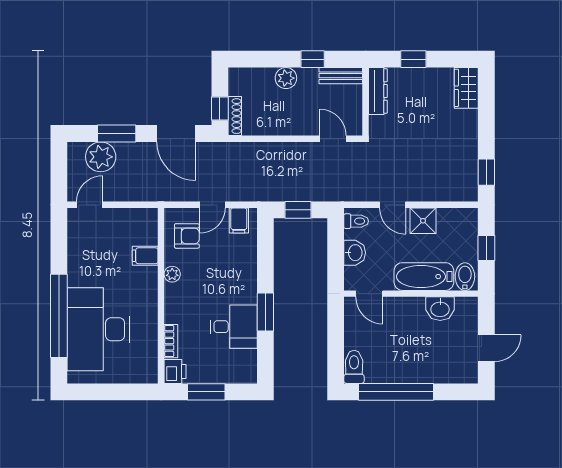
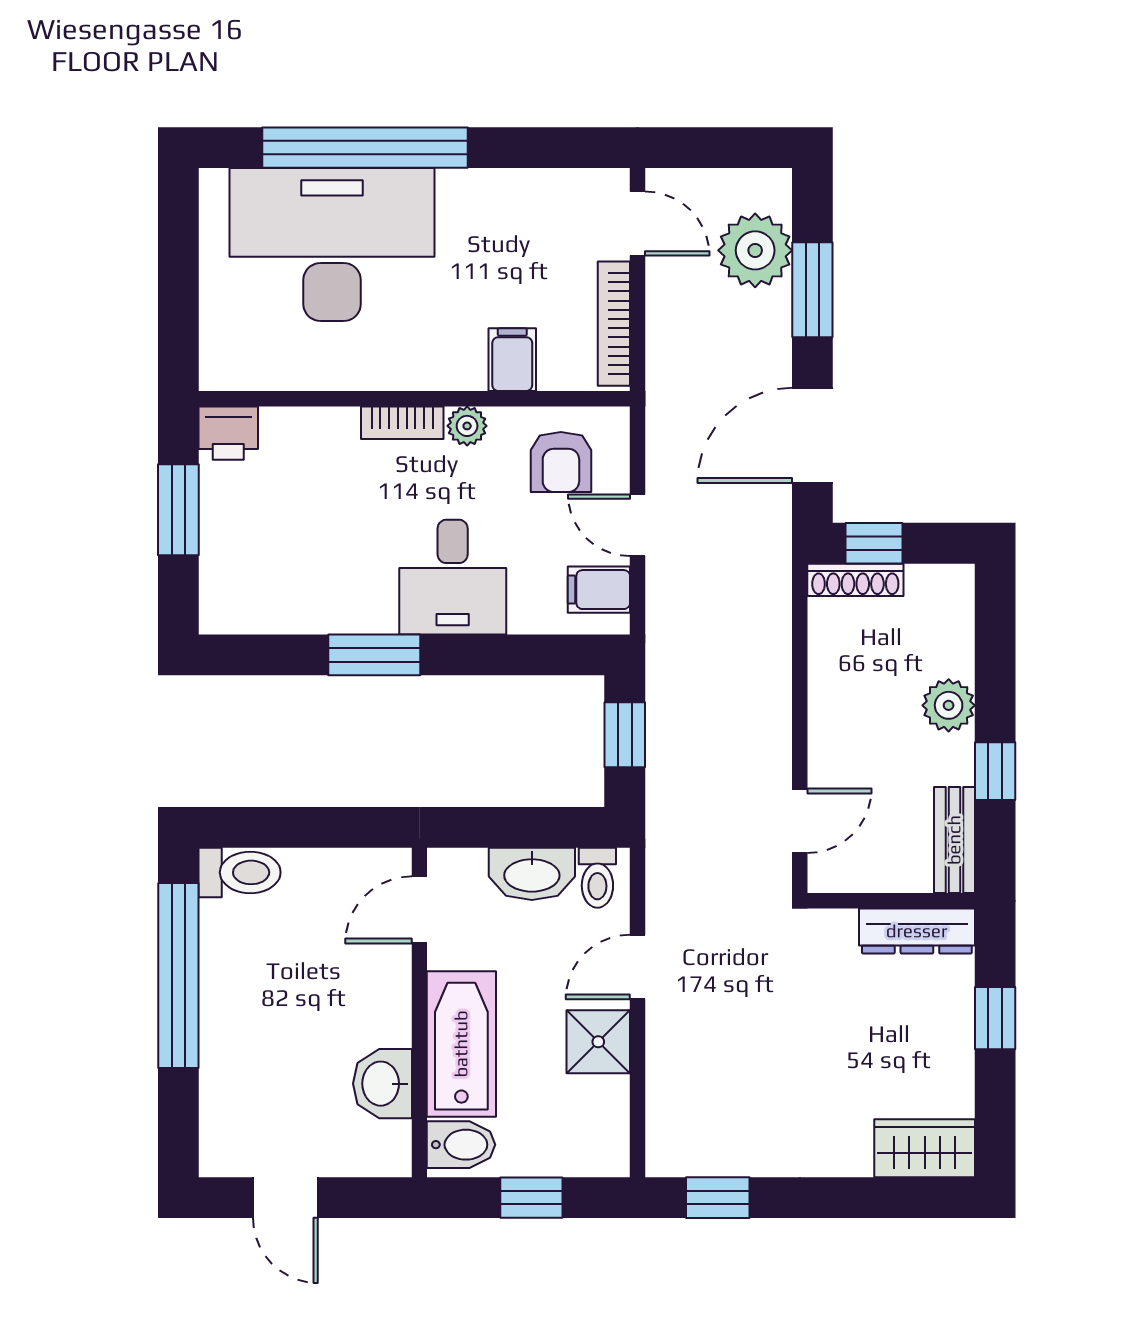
bookcase: (130, 214) -> (614, 324), added
washbasin: (355, 253) -> (532, 874), width x1.38
desk: (234, 327) -> (453, 577), moved
bookcase: (171, 341) -> (402, 423), moved

